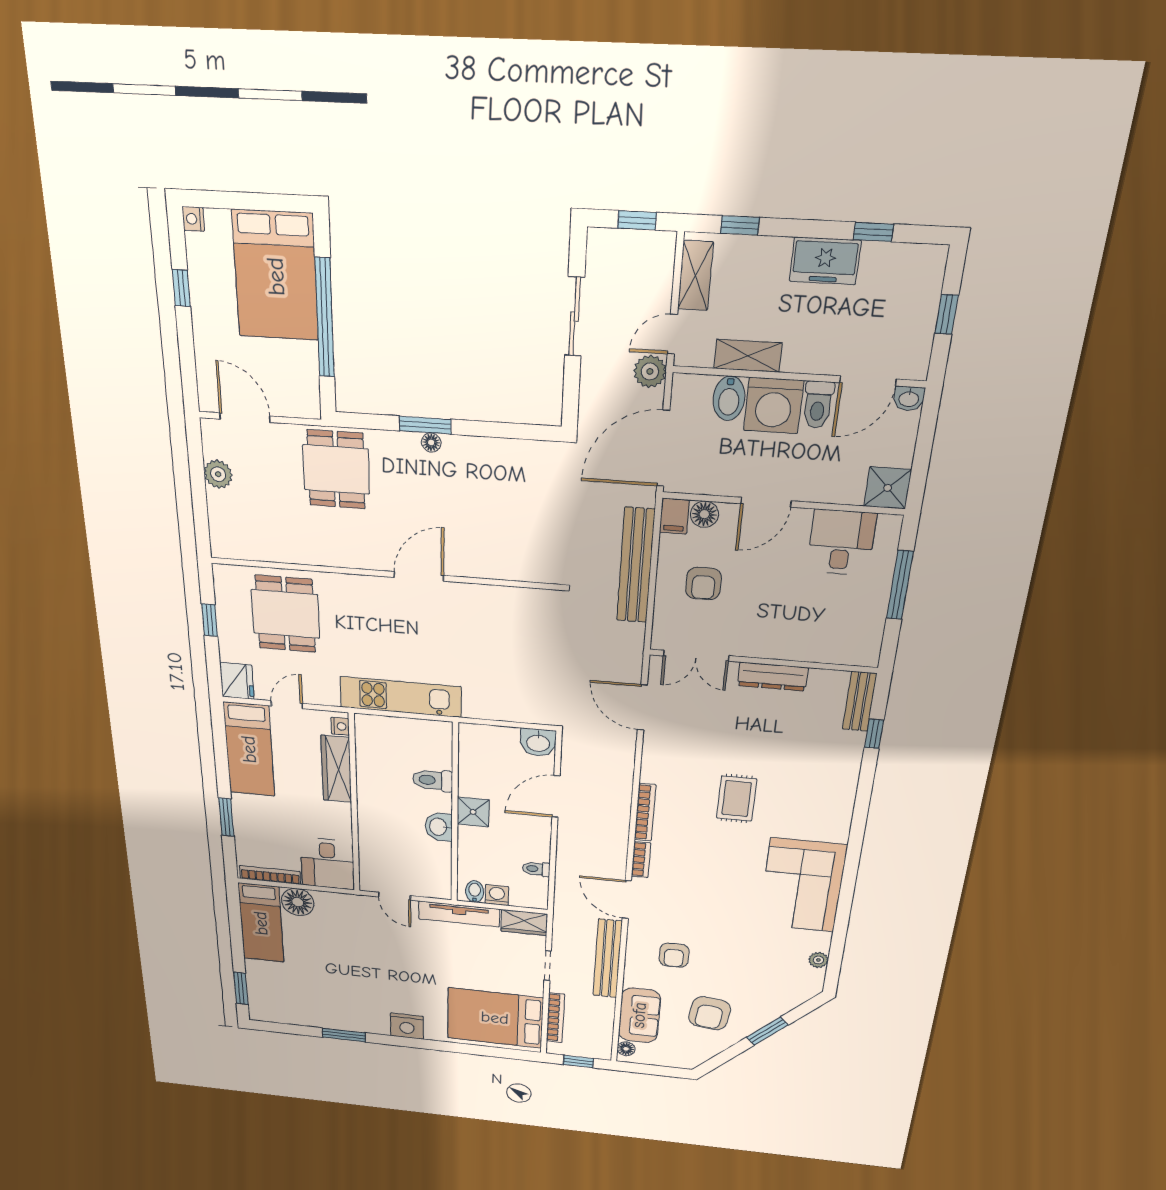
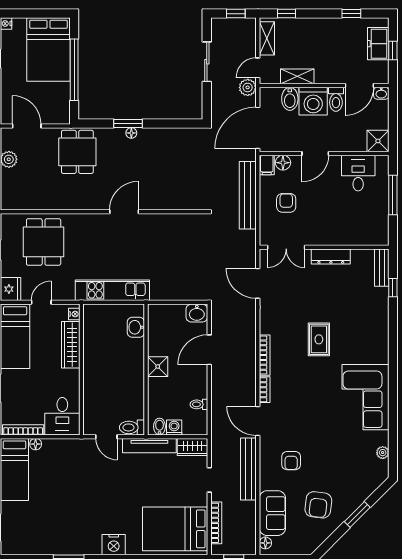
freezer: (825, 261) -> (378, 44), moved, turned 90
armchair: (703, 584) -> (286, 203), turned 180
toilet: (433, 780) -> (132, 427), moved
washbasin: (439, 827) -> (136, 327), moved
floor lamp: (298, 902) -> (36, 444), width x0.53, depth x0.53

